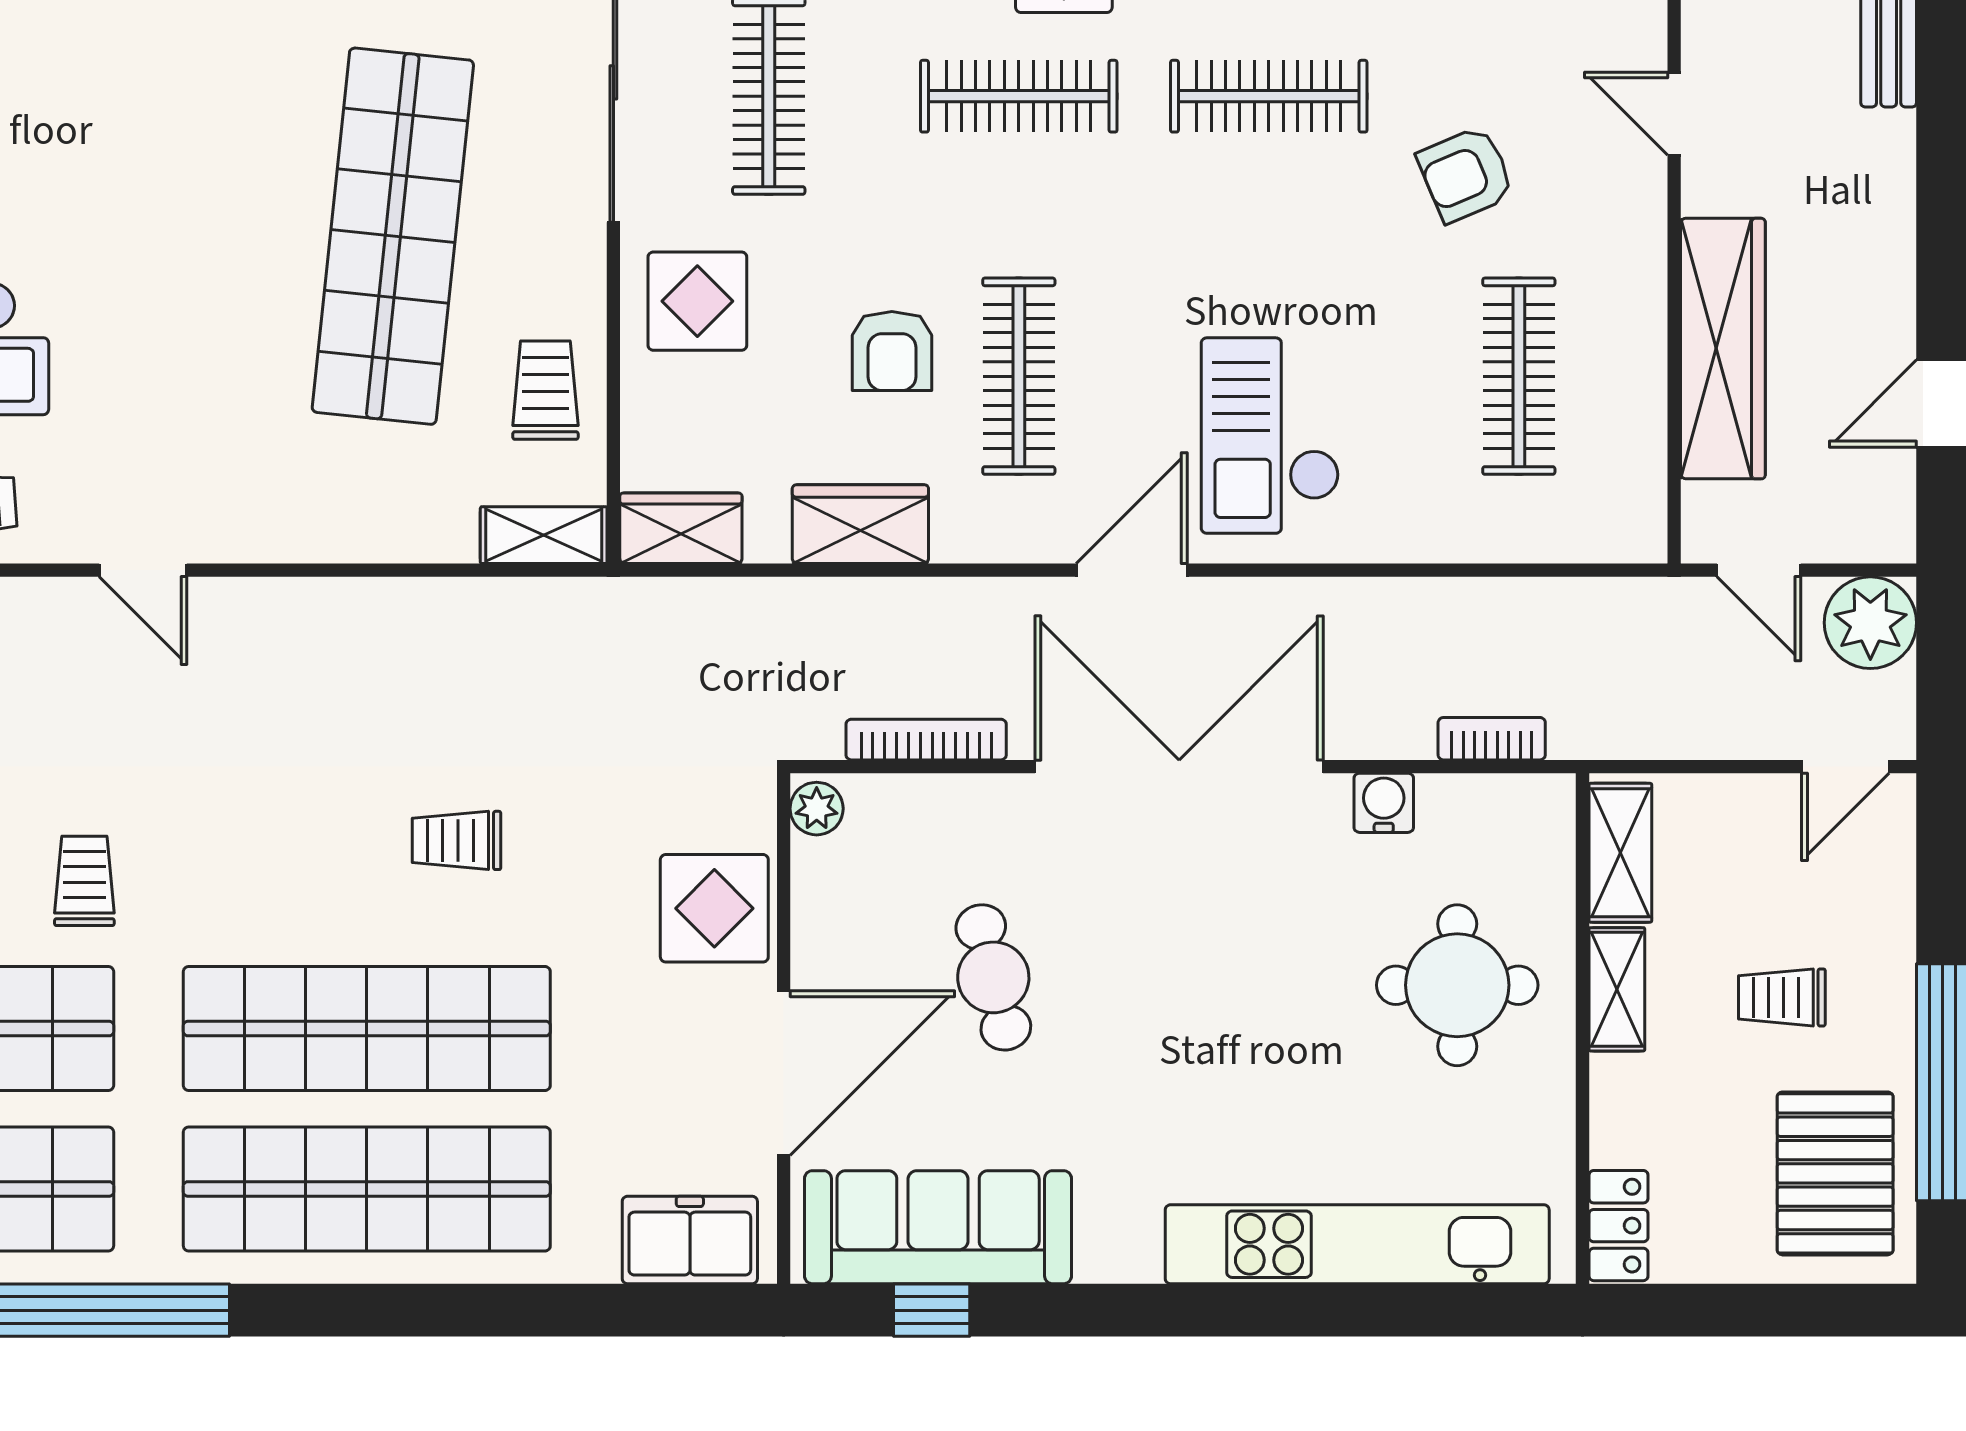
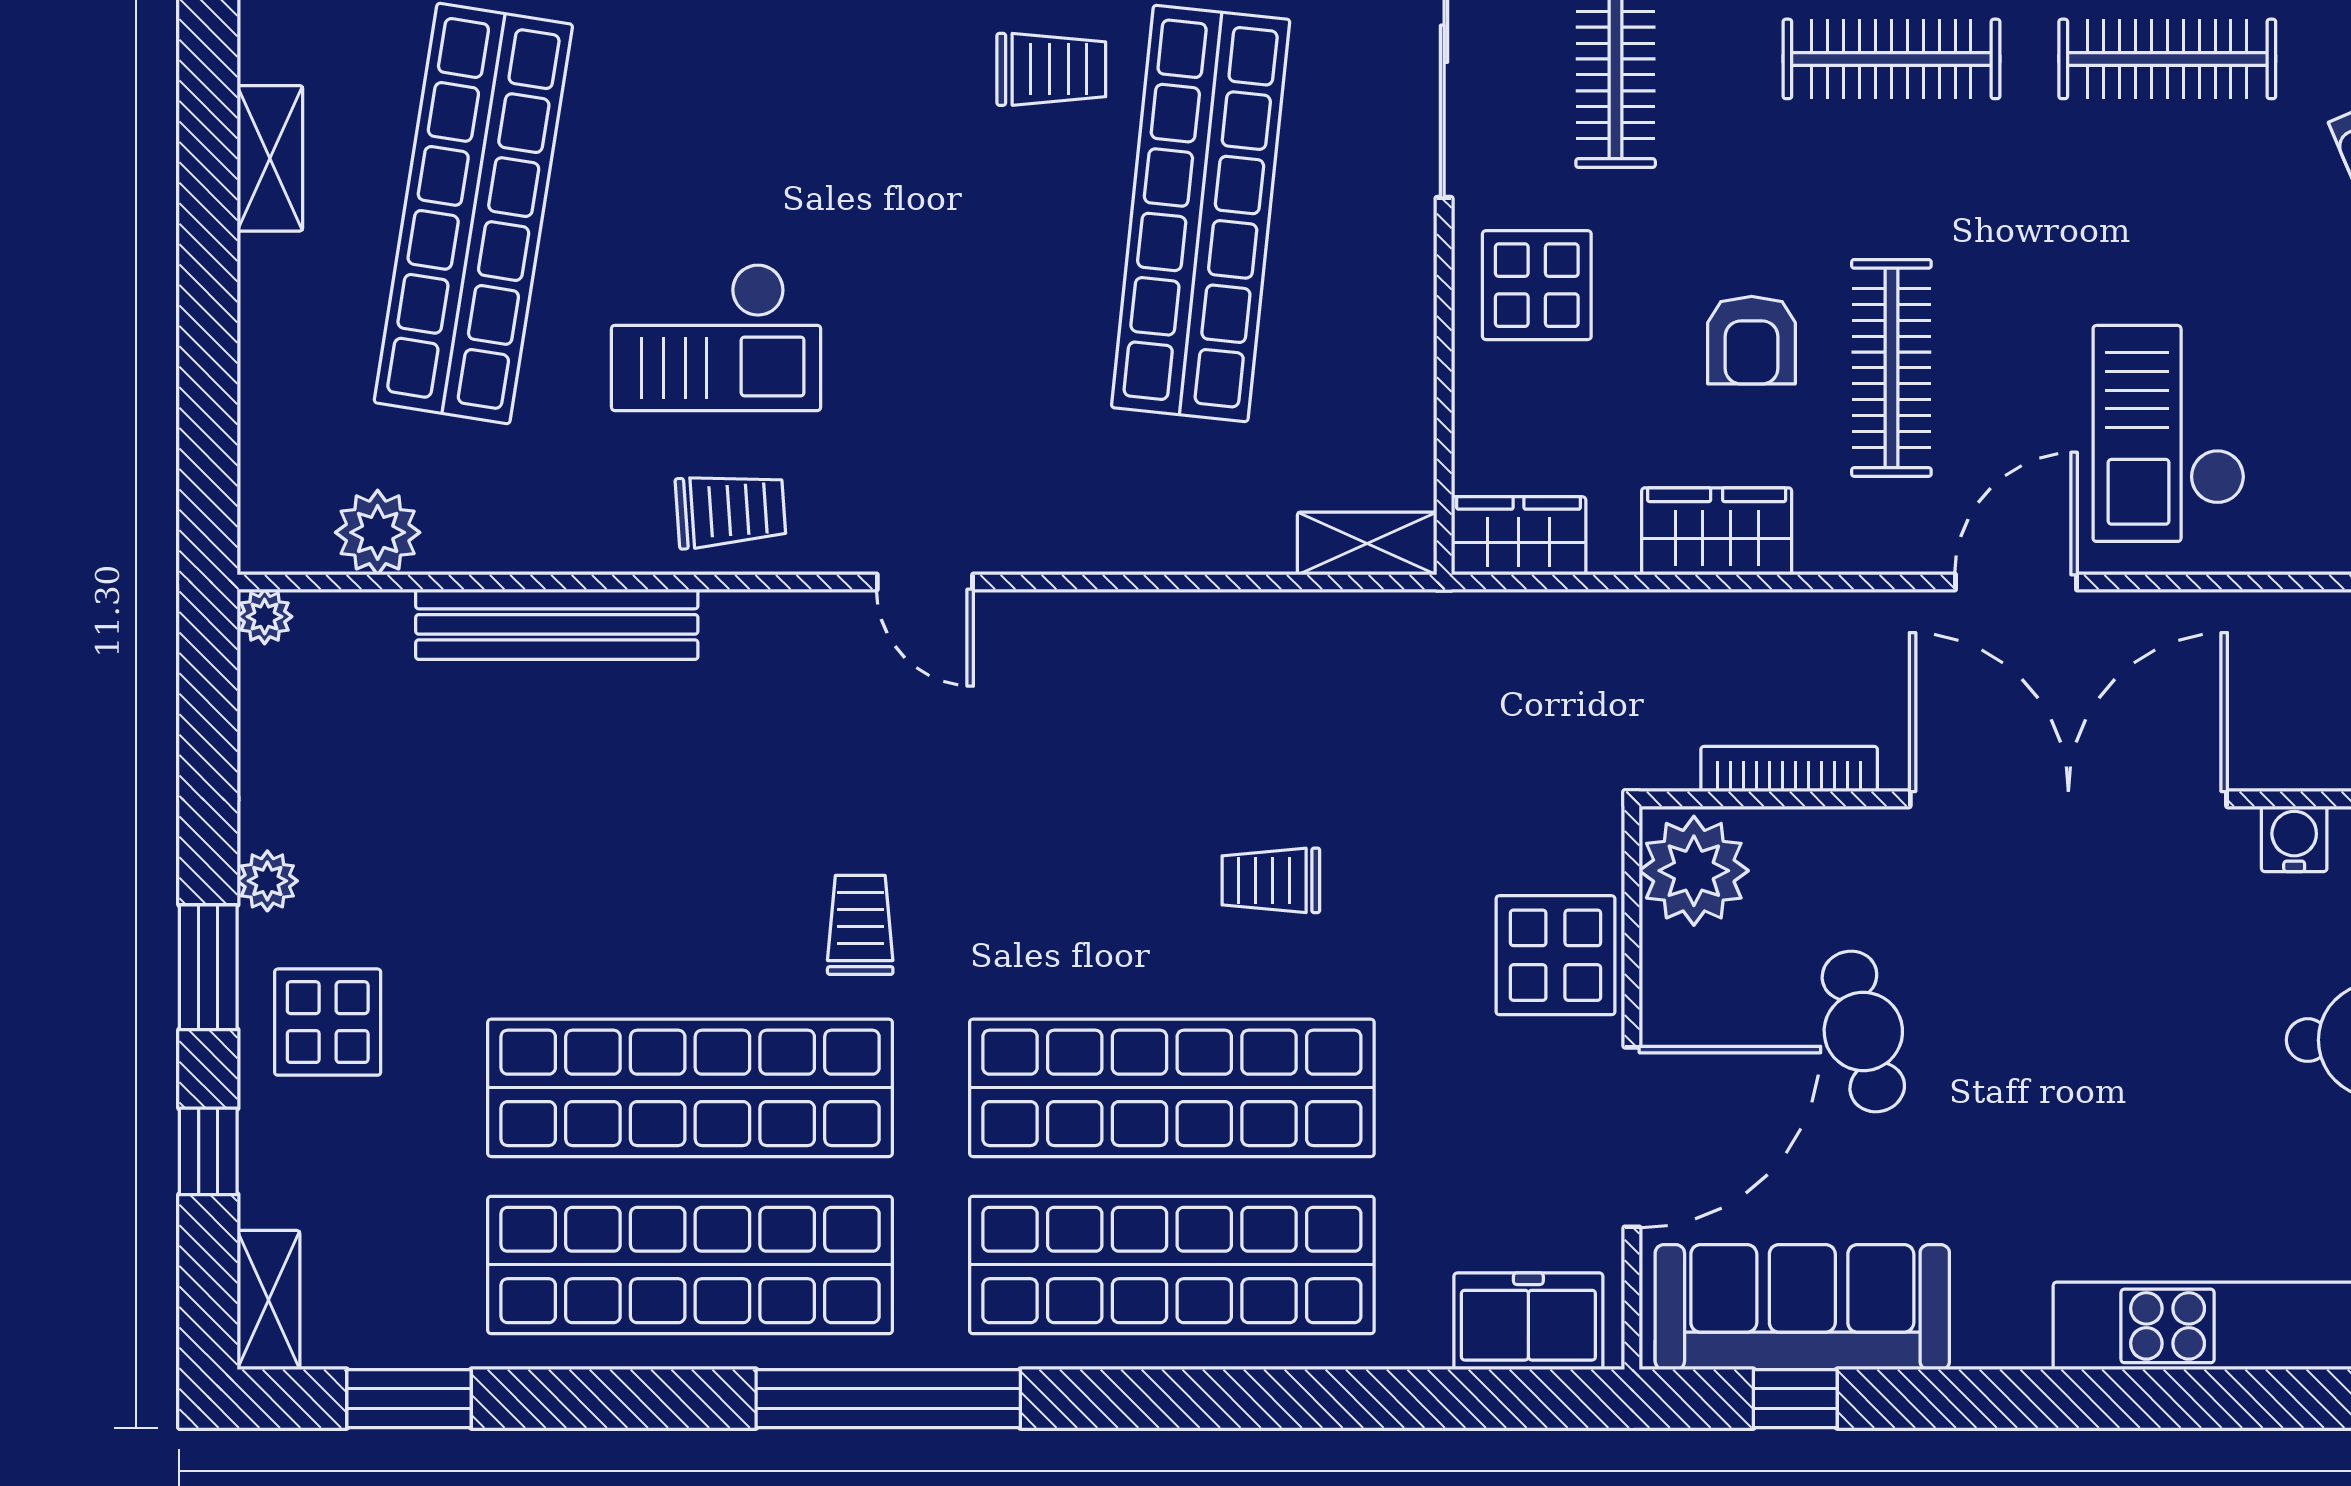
trolley: (545, 390) -> (1051, 69), moved, turned 90
plant: (817, 809) -> (1694, 871), width x1.87, depth x1.87

